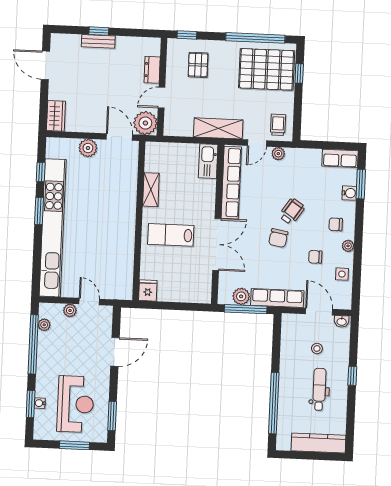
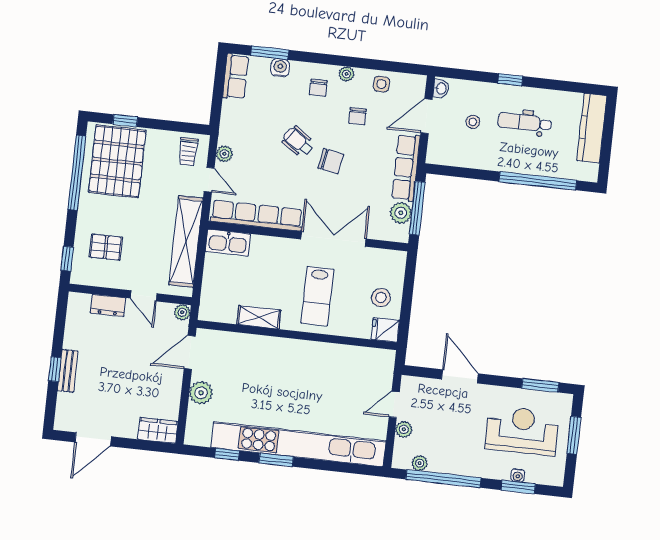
plant: (145, 123) -> (182, 312), width x0.53, depth x0.53
trolley: (278, 125) -> (188, 152), turned -90
shelving: (218, 128) -> (186, 242), width x1.47
stool: (173, 285) -> (381, 298), added

